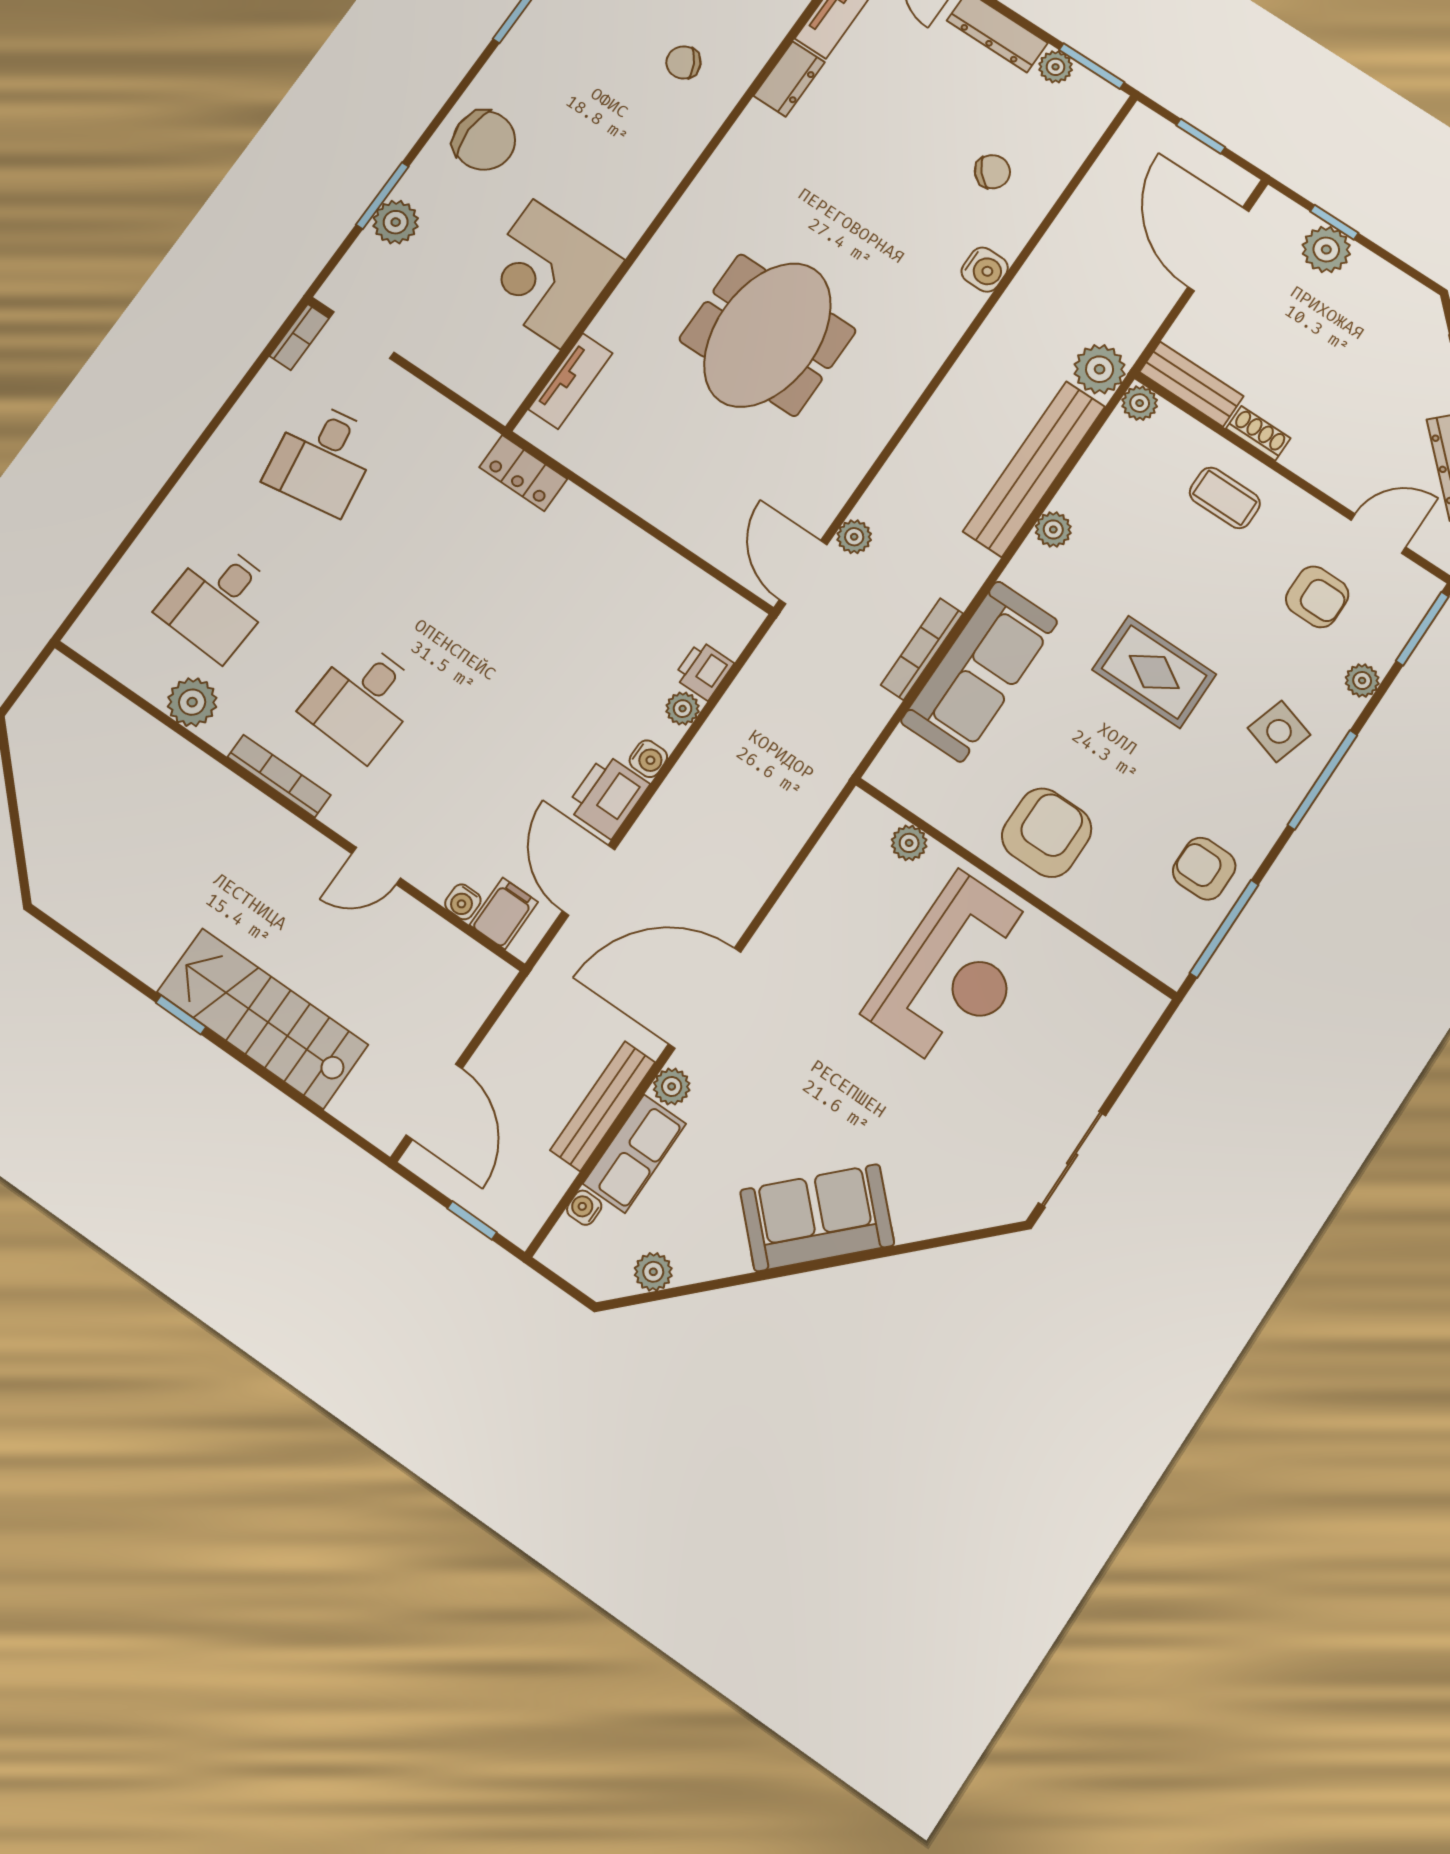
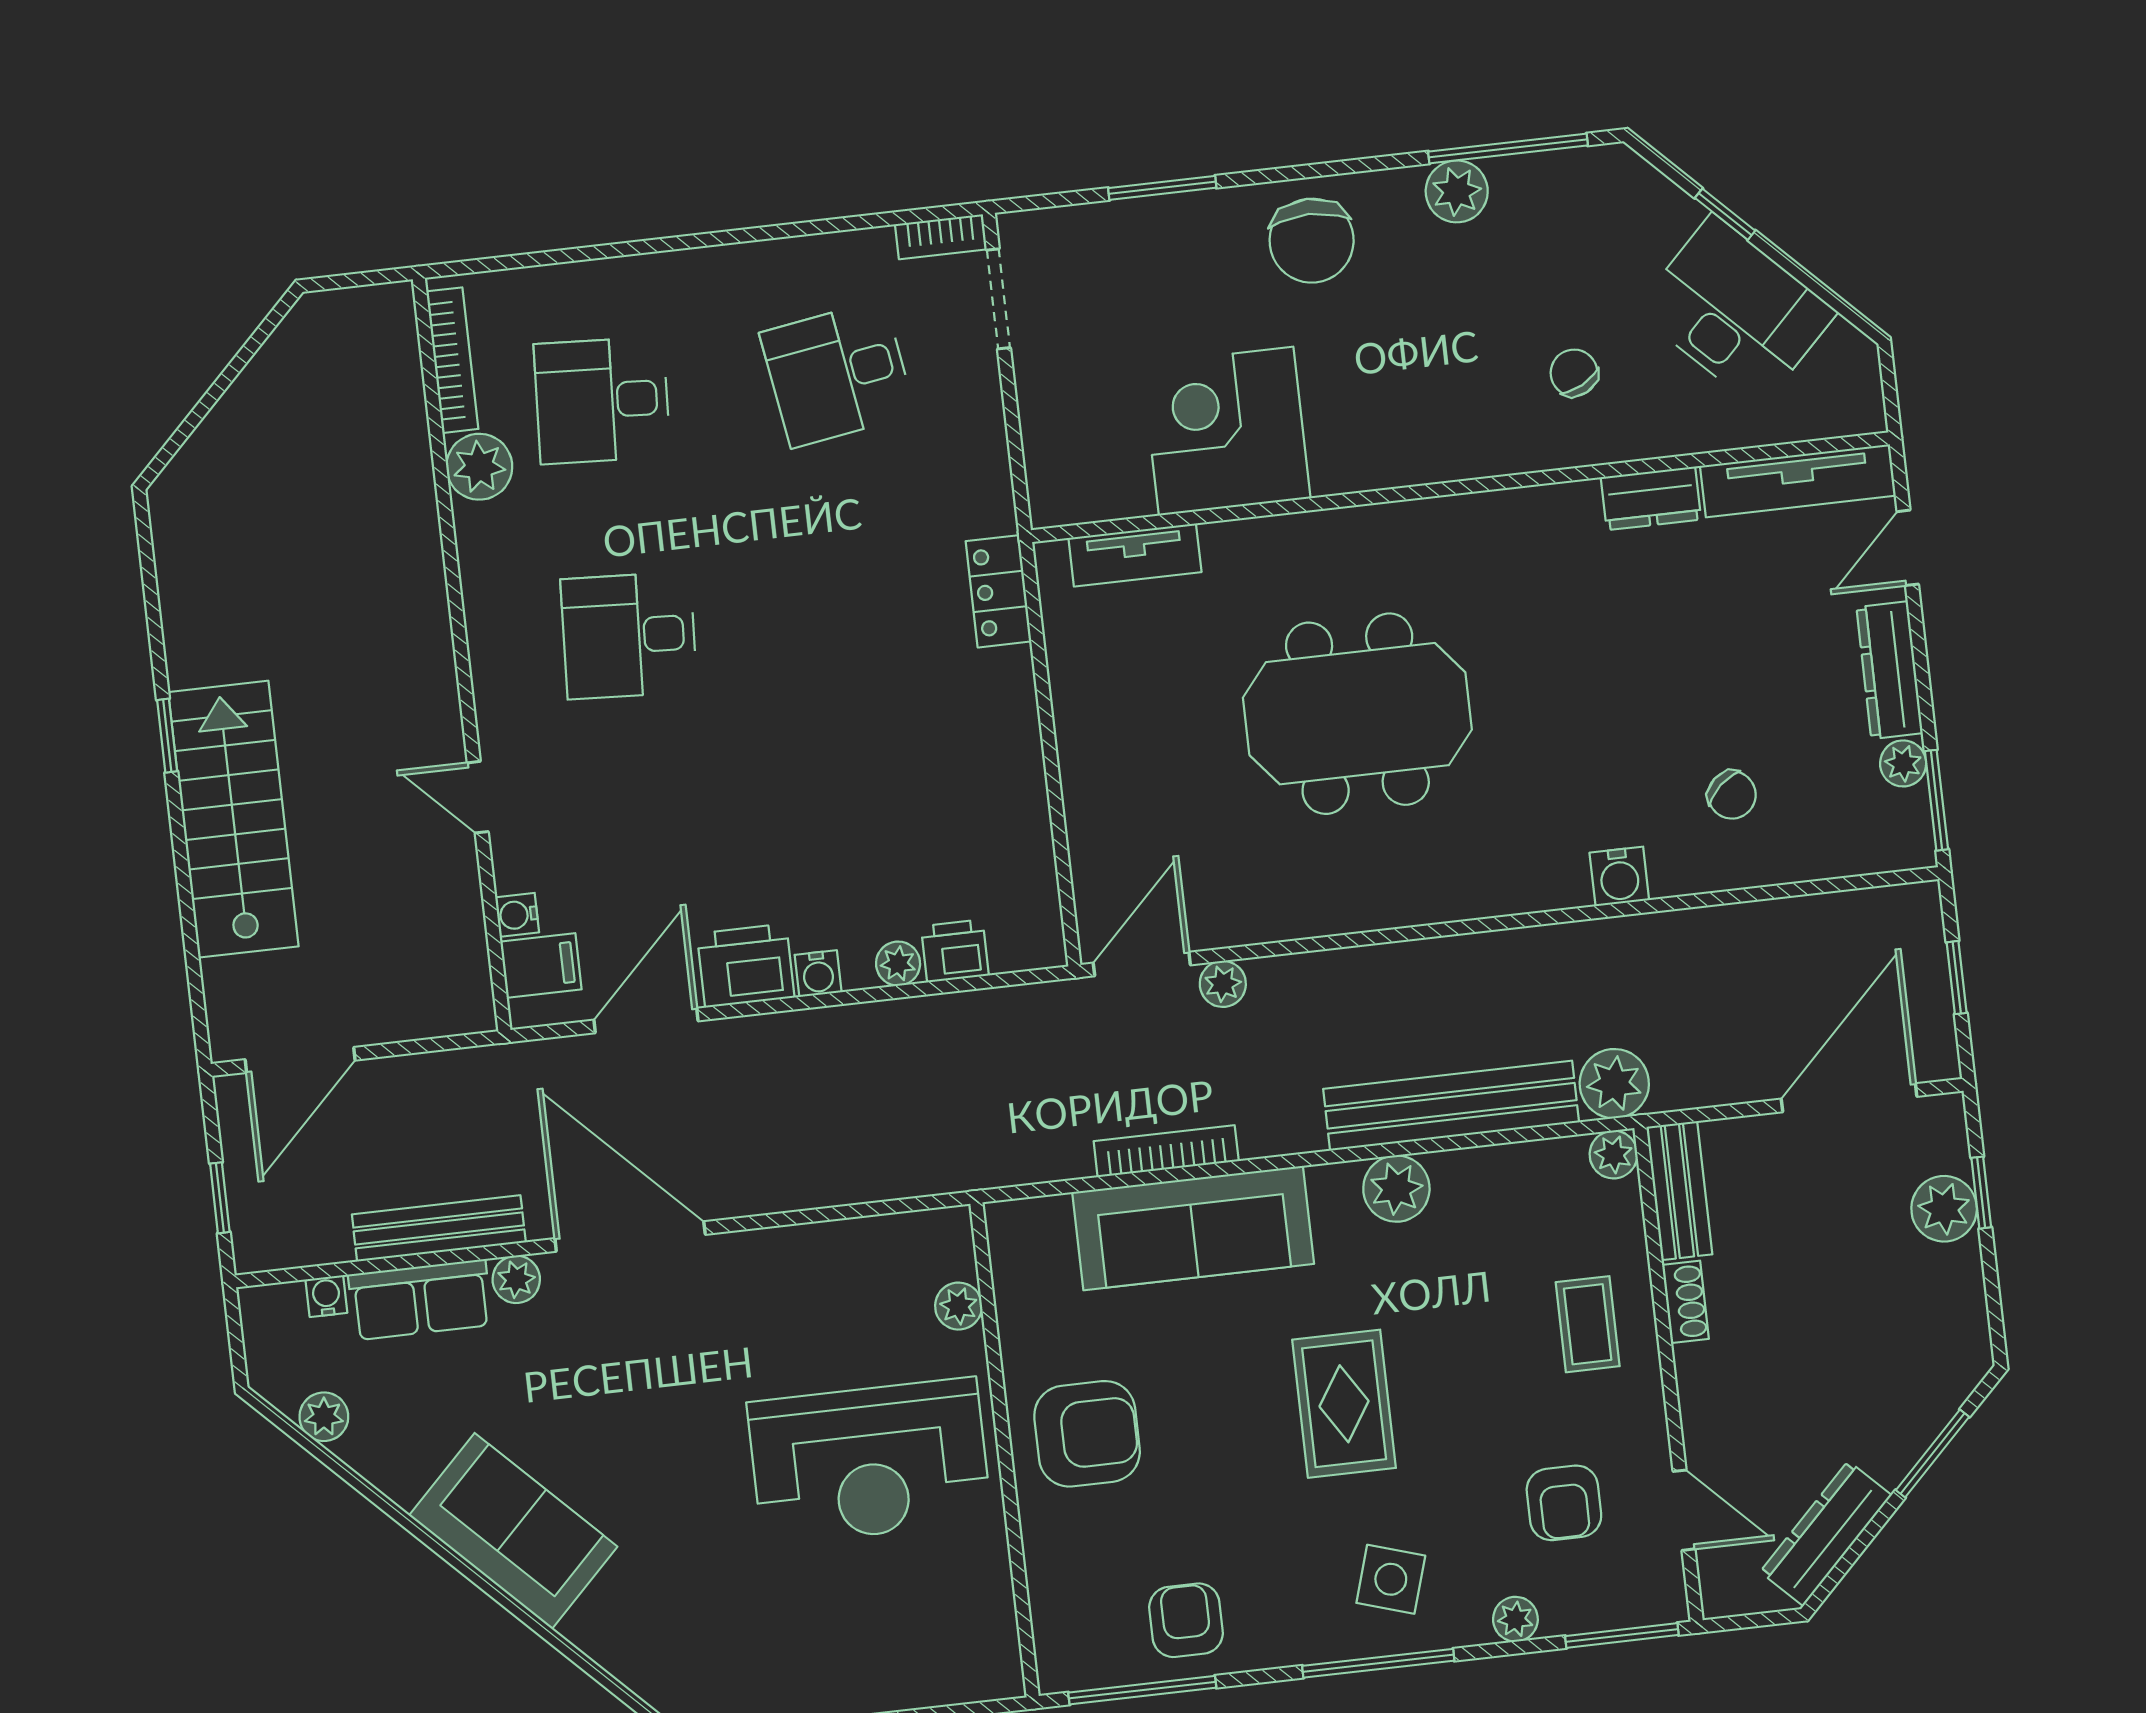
plant: (396, 222) -> (1457, 191), moved
plant: (1053, 530) -> (1396, 1189), width x1.38, depth x1.38
bookcase: (279, 776) -> (452, 360), moved

